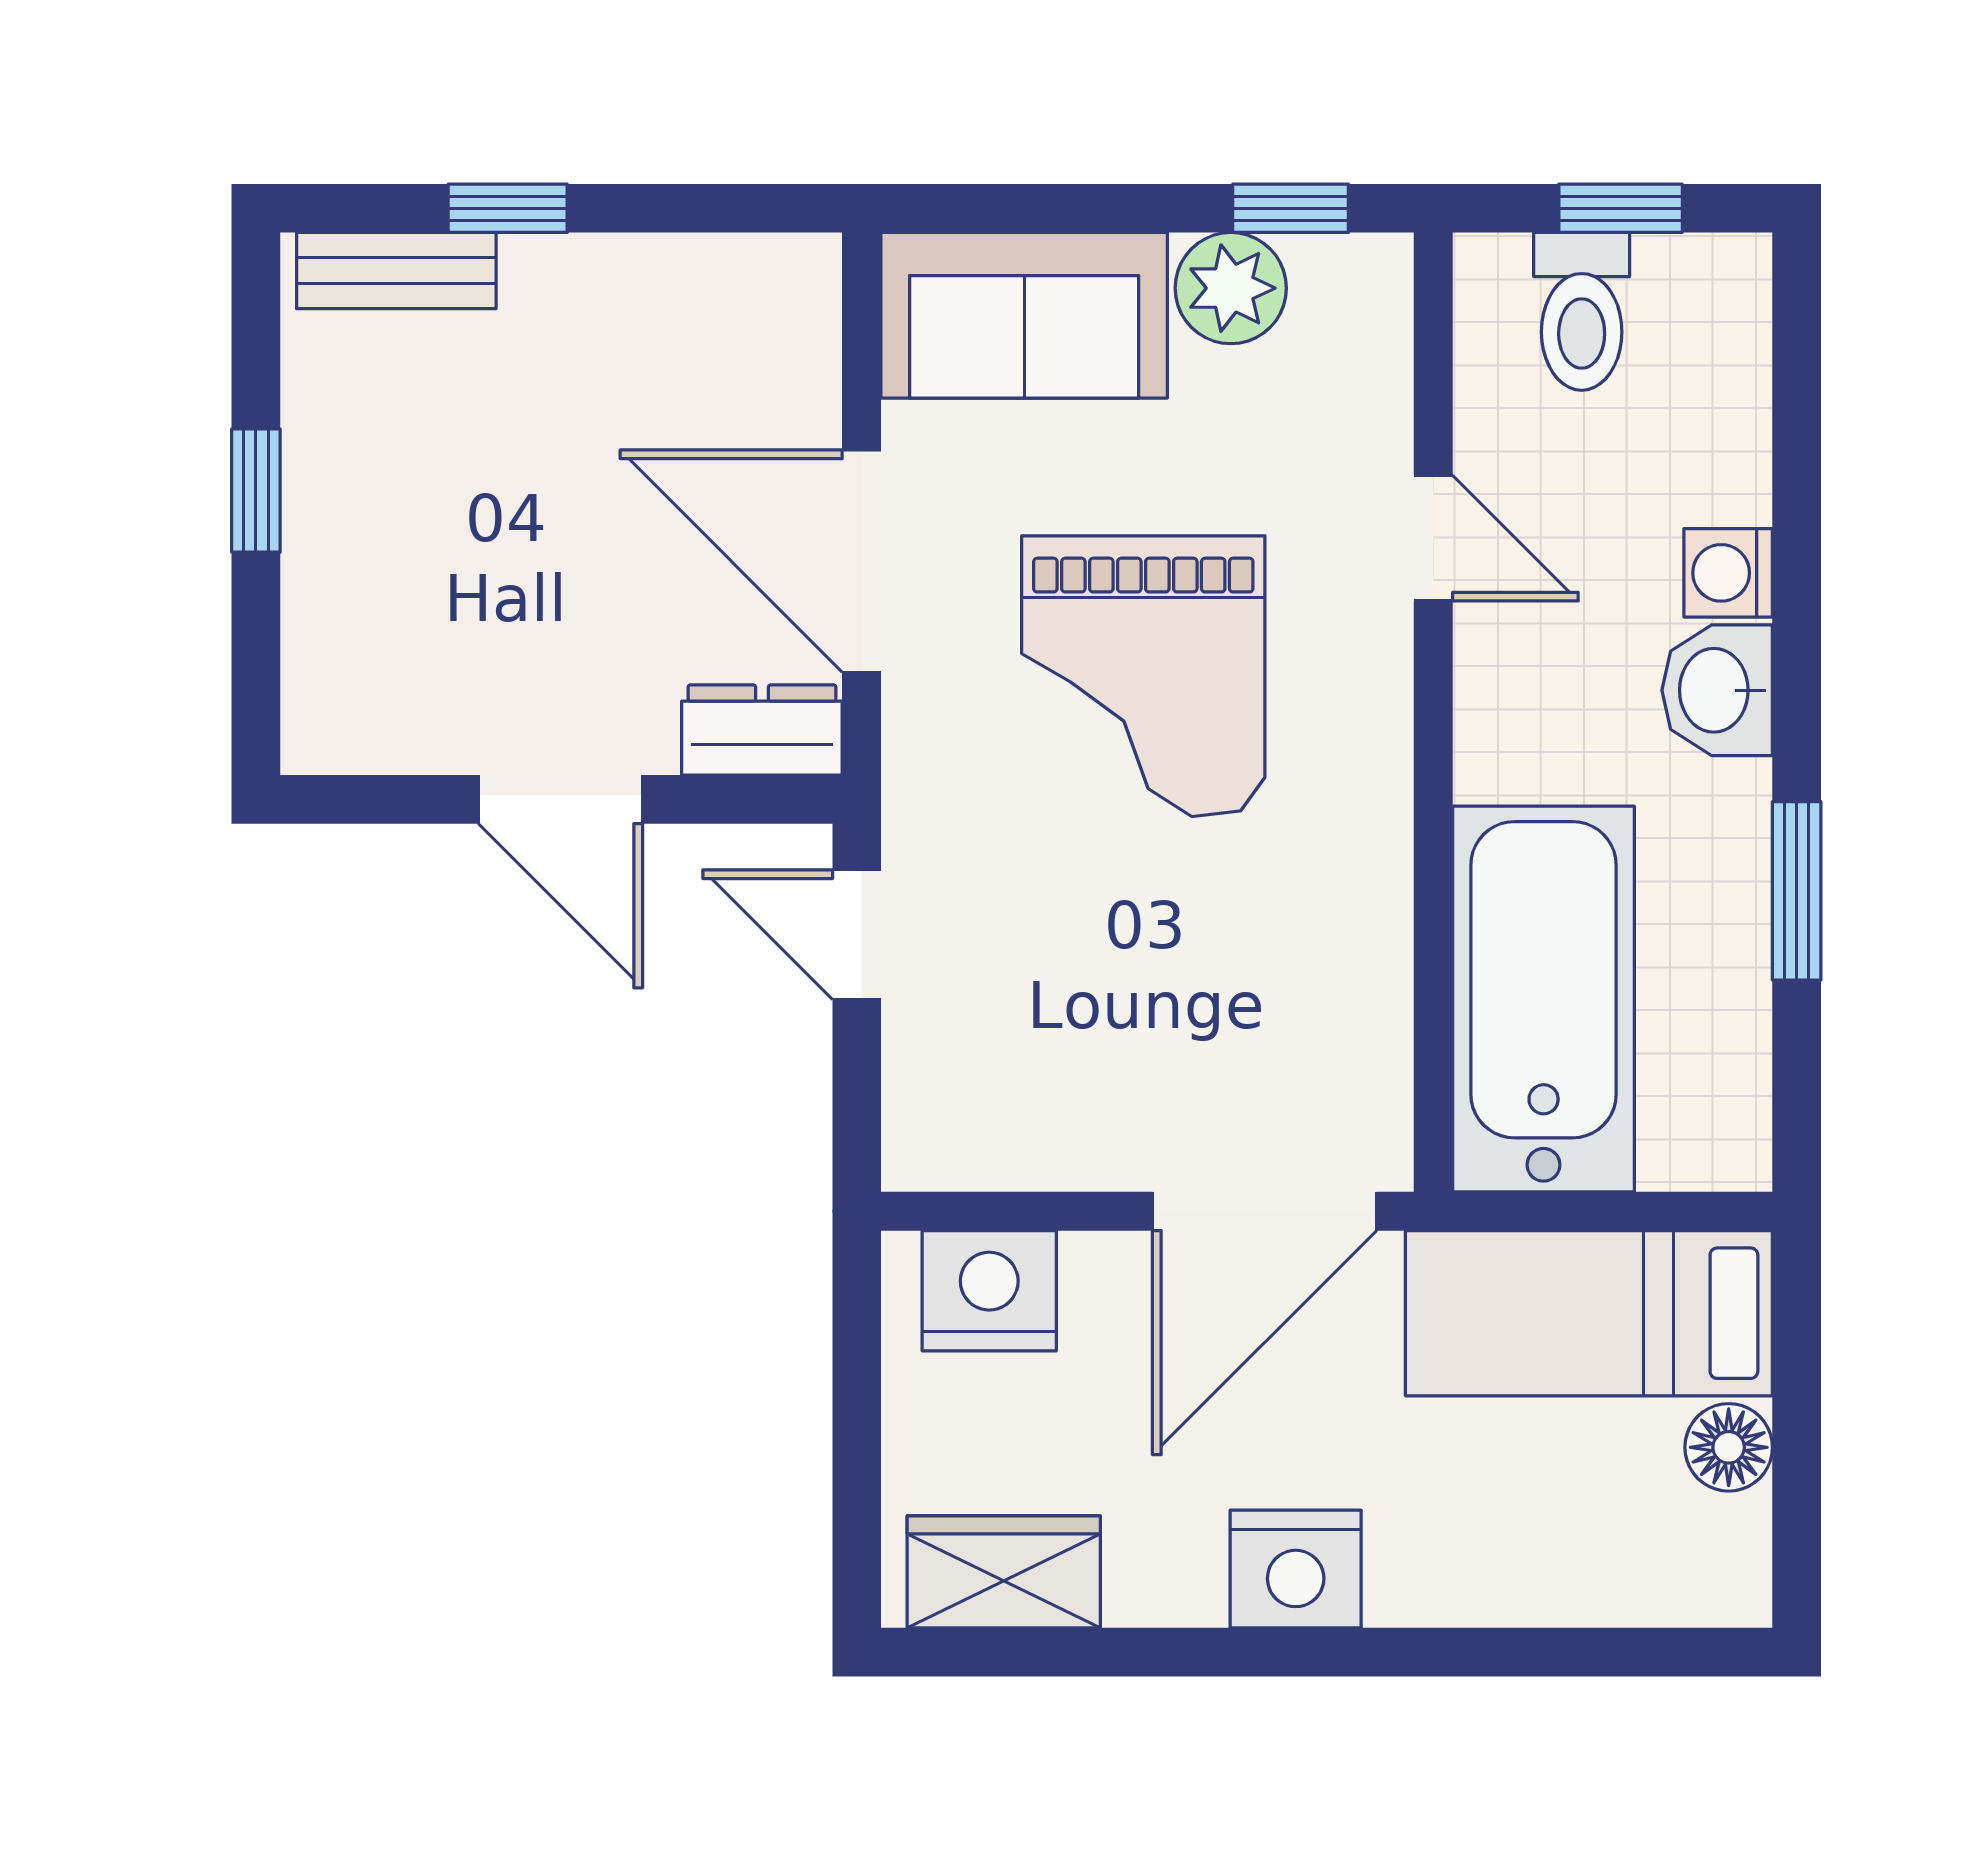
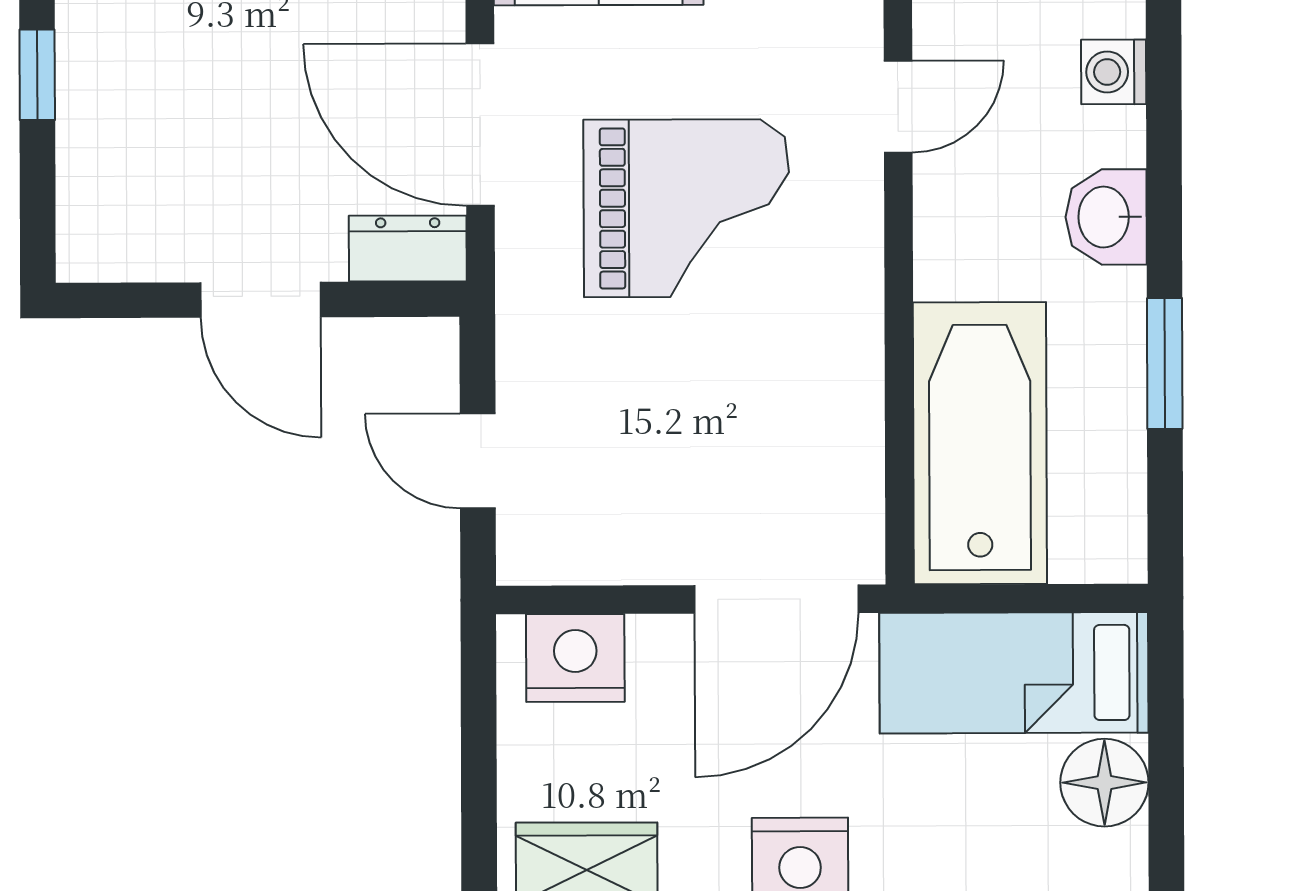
door: (1433, 538) -> (898, 107), hinge flipped
washing machine: (1728, 573) -> (1114, 72), moved
grand piano: (1143, 676) -> (686, 208), turned -90
door: (857, 935) -> (478, 461), moved
floor lamp: (1729, 1447) -> (1104, 783), width x1.38, depth x1.38

